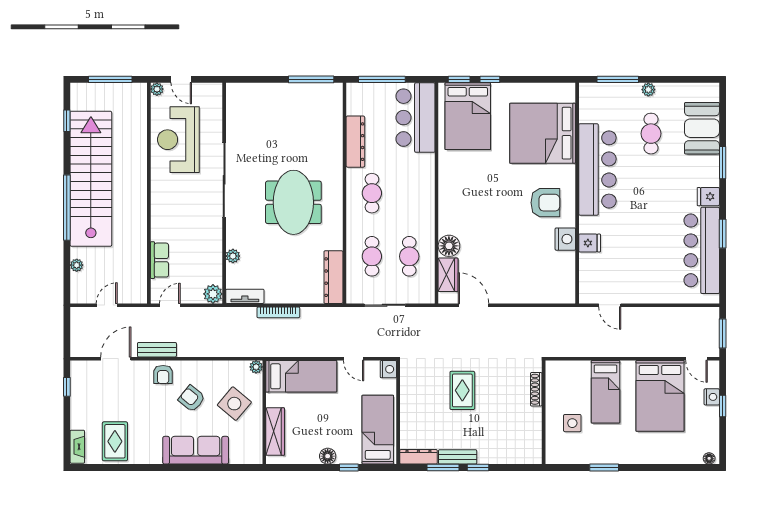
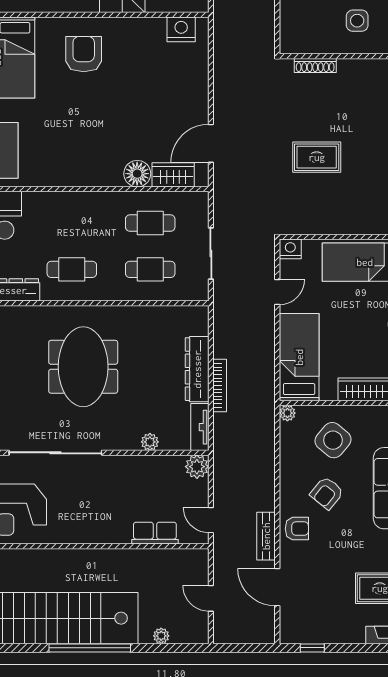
meeting table: (293, 202) -> (83, 367), turned 90
nightstand: (565, 239) -> (181, 29), moved
dresser: (333, 277) -> (197, 369), moved, turned 90

